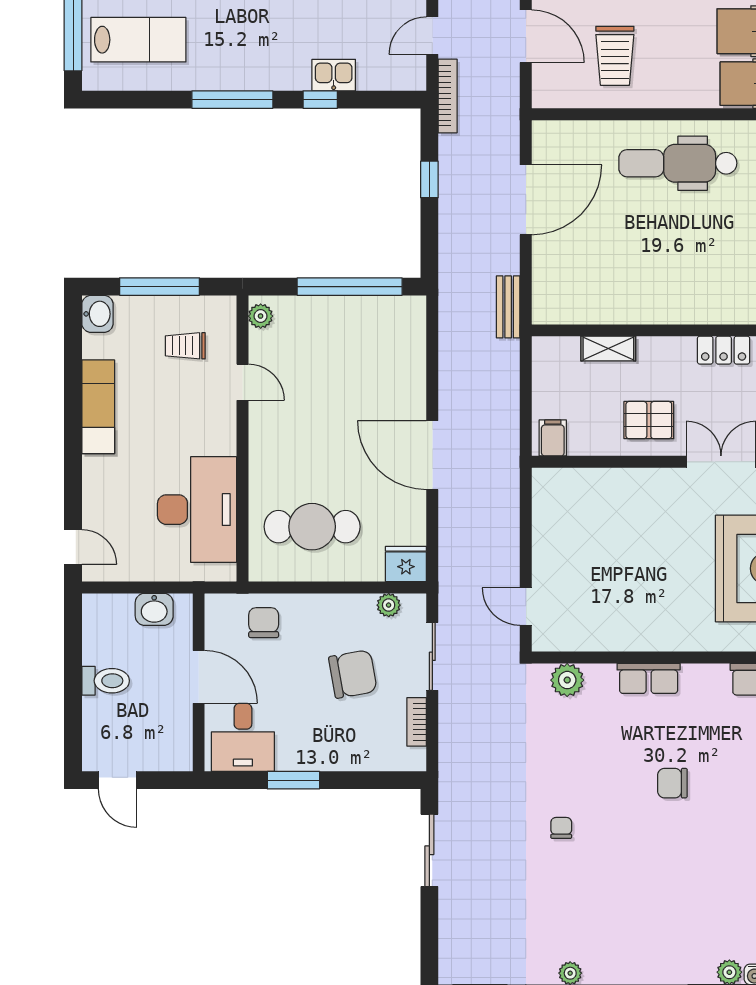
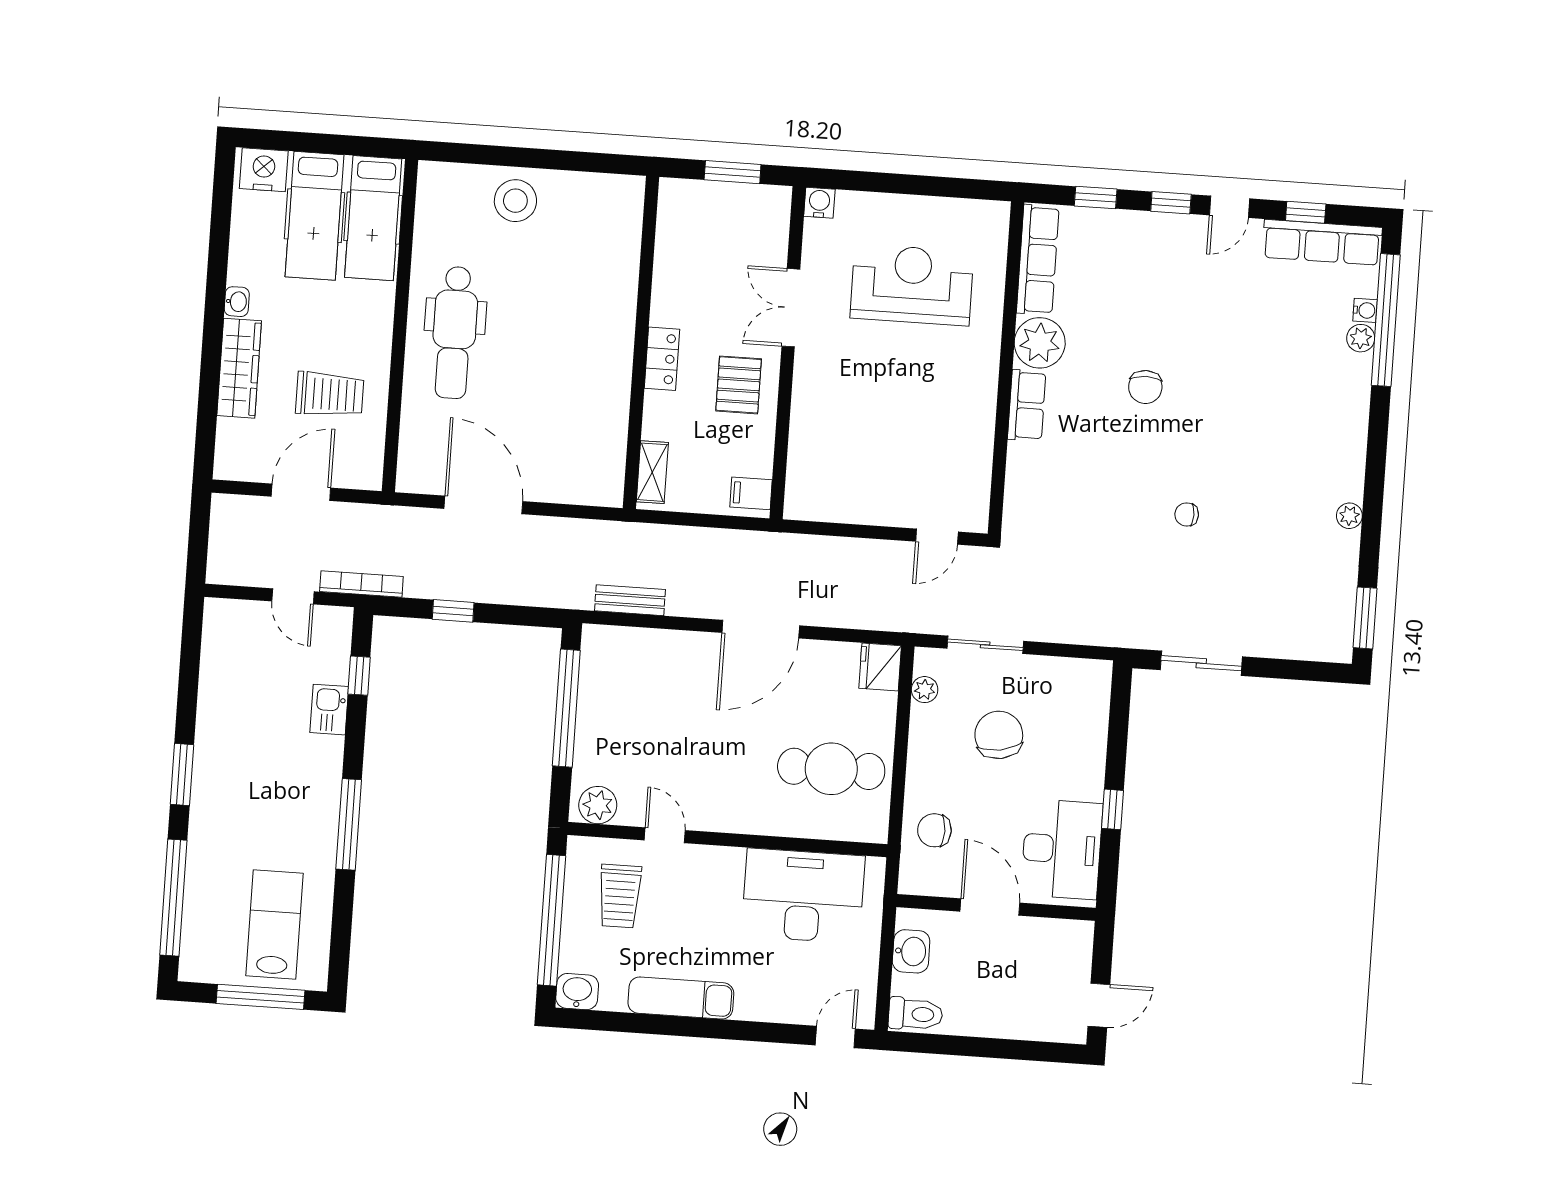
window: (320, 100) -> (359, 676), moved
window: (160, 287) -> (552, 920), width x1.46
bench: (508, 307) -> (630, 600), moved
plant: (261, 316) -> (598, 805), width x1.38, depth x1.38
trolley: (185, 346) -> (620, 896), width x1.36, depth x1.39
shelving: (608, 349) -> (652, 472), moved
locker: (724, 350) -> (662, 359), moved
door: (242, 382) -> (665, 835), hinge flipped
cafe table: (312, 527) -> (831, 769), turned 90
door: (199, 677) -> (990, 907), hinge flipped
plant: (567, 680) -> (1040, 343), moved, width x1.36, depth x1.36
toilet: (106, 681) -> (915, 1014), moved, turned 90
bookcase: (417, 722) -> (1057, 667), removed
desk: (243, 737) -> (1062, 849), width x1.37
window: (293, 780) -> (1113, 809), width x0.67

